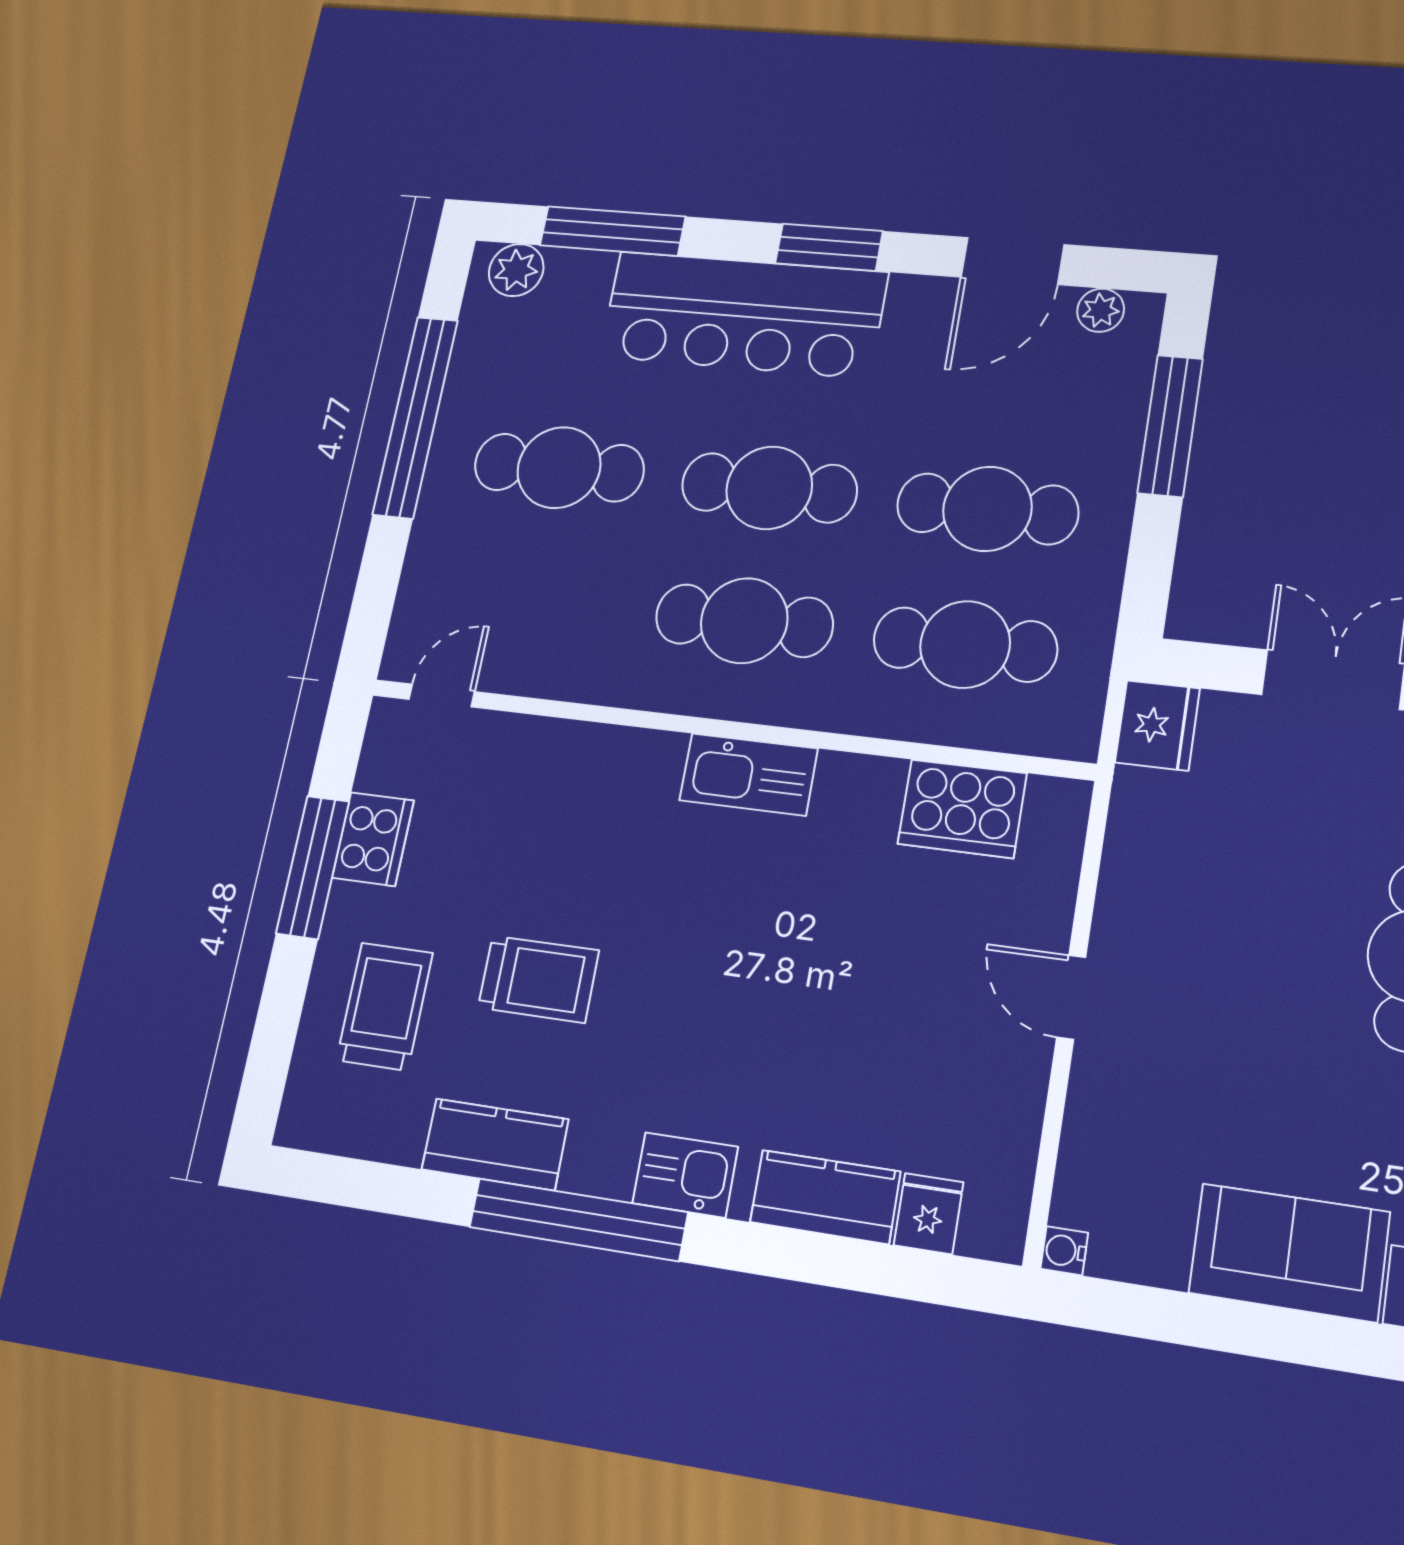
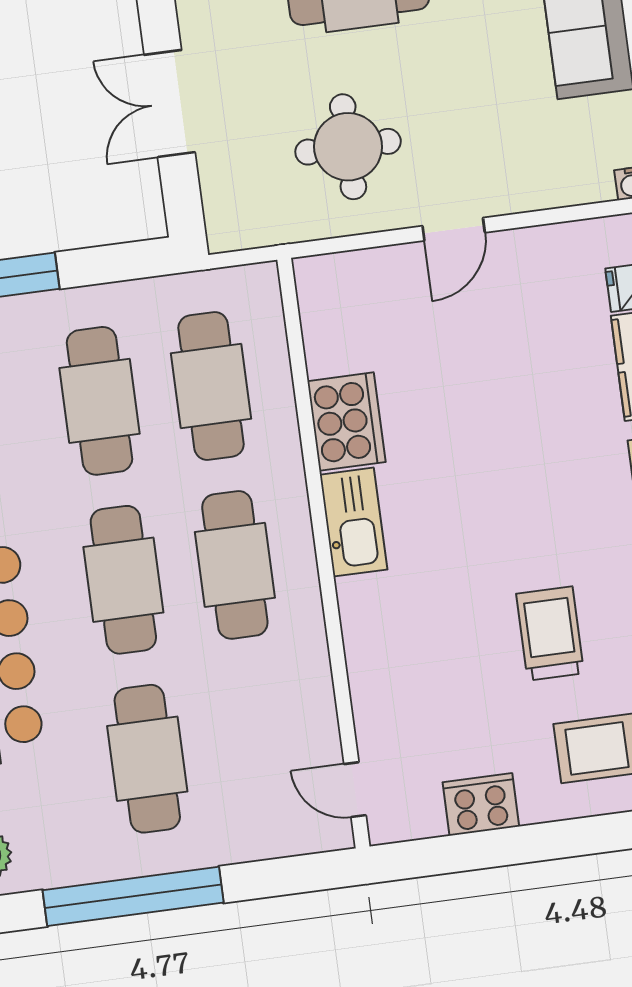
fridge: (1157, 725) -> (237, 223), removed
cooker: (962, 809) -> (346, 422), moved
window: (313, 867) -> (515, 845), removed
round table: (1216, 890) -> (348, 147), added

